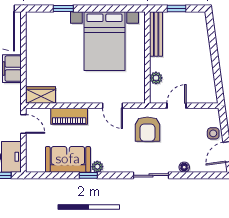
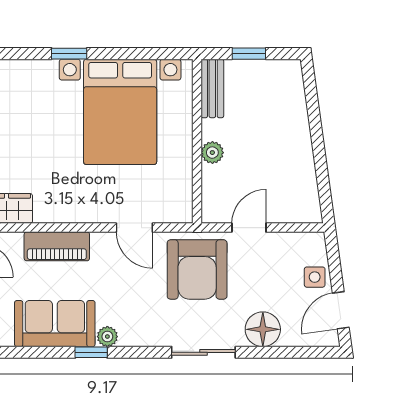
window: (63, 9) -> (69, 54), moved
bench: (156, 34) -> (212, 88), width x0.73
plant: (156, 78) -> (212, 153), moved
armchair: (147, 129) -> (197, 269), width x1.36, depth x1.36
floor lamp: (184, 167) -> (263, 329), width x1.89, depth x1.89

